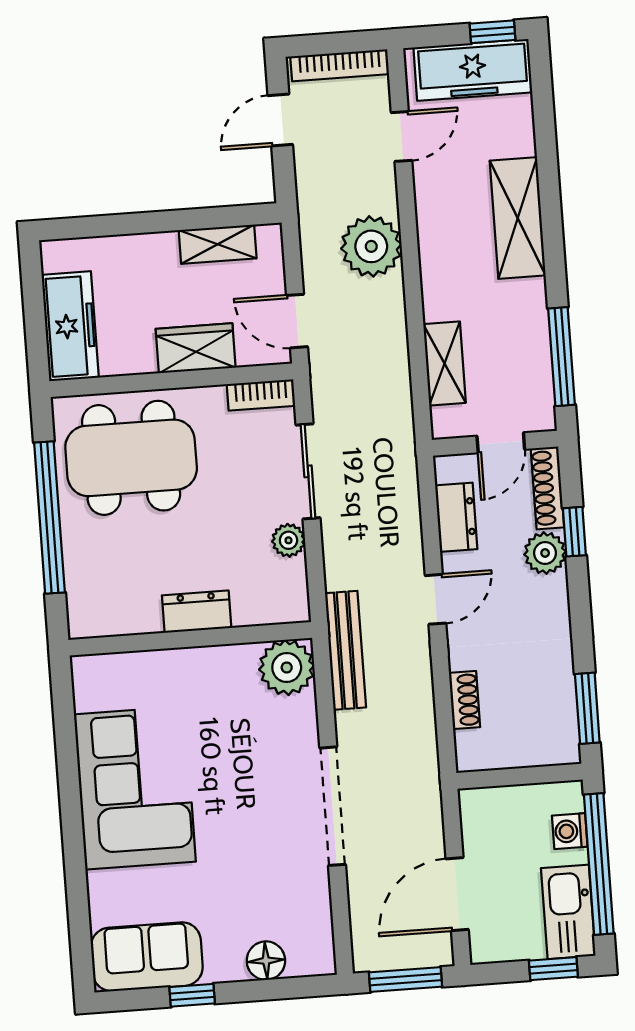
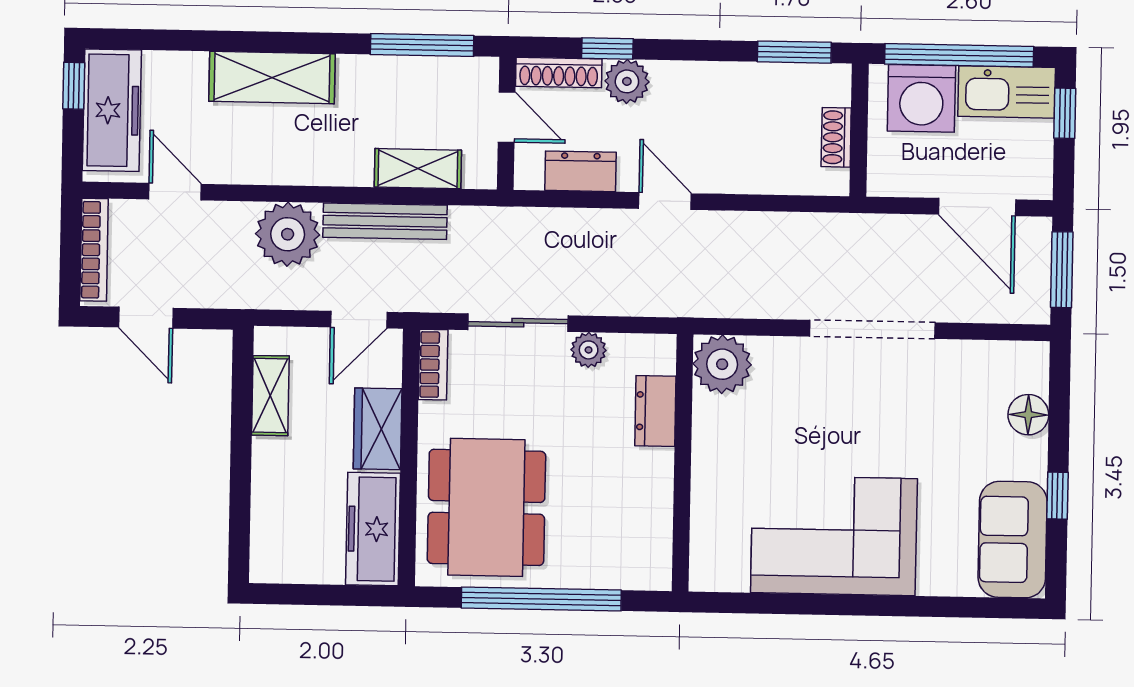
freezer: (70, 326) -> (373, 529), moved, turned -90
dresser: (197, 612) -> (655, 411), moved
bench: (345, 650) -> (385, 221), moved
shoe rack: (465, 700) -> (836, 137), moved, turned -90
washing machine: (570, 831) -> (921, 98), width x1.89, depth x1.89

